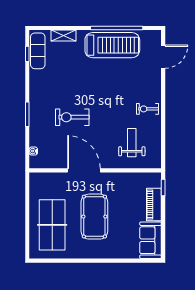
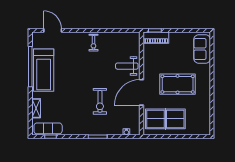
treadmill: (112, 45) -> (44, 70), turned 180
weight bench: (132, 143) -> (127, 66), moved
piano: (154, 204) -> (156, 38), moved
table tennis table: (52, 225) -> (165, 119), moved
sofa: (151, 240) -> (202, 49), moved, turned 90

